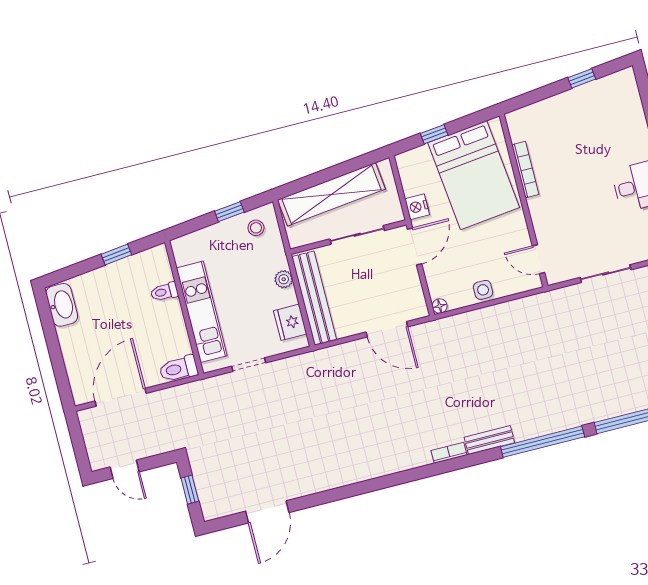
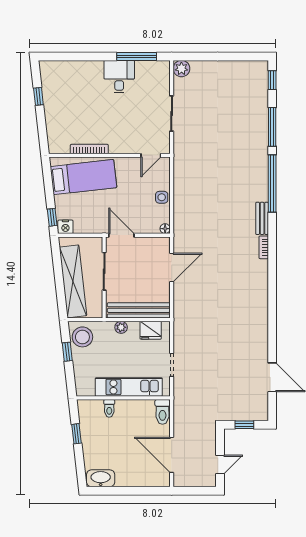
window: (434, 134) -> (52, 217), moved
bed: (474, 175) -> (83, 177), width x0.67
nightstand: (417, 207) -> (65, 227), moved
stool: (256, 228) -> (82, 337), width x1.89, depth x1.89

